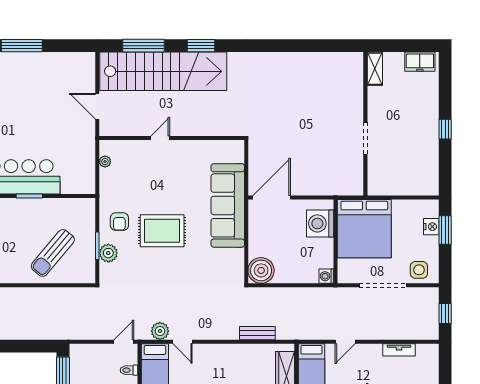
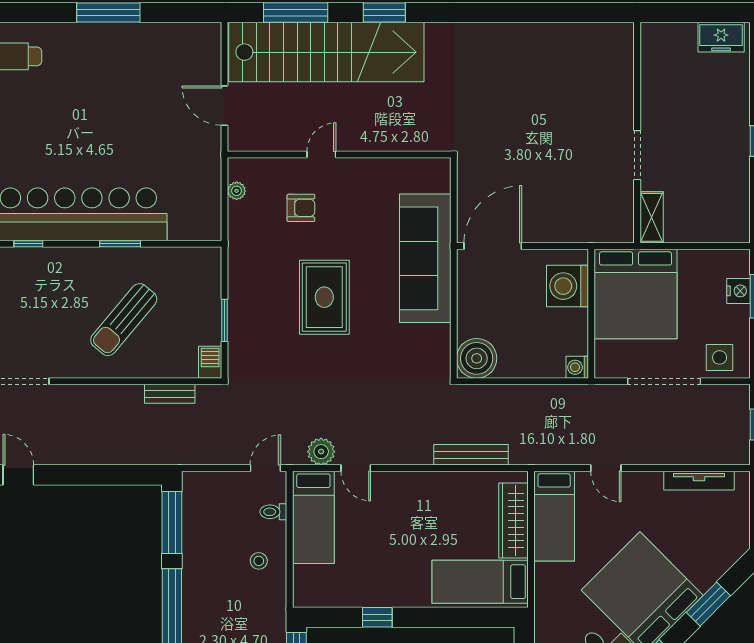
shelving: (375, 69) -> (652, 217), moved
armchair: (119, 222) -> (301, 208), moved, turned -90
rug: (162, 231) -> (324, 297), turned 90
sun lounger: (53, 253) -> (124, 320), moved
plant: (108, 253) -> (242, 332), removed
barbecue: (88, 273) -> (210, 362), added
bench: (62, 293) -> (170, 394), added
bench: (257, 333) -> (471, 455), width x1.36
door: (345, 342) -> (606, 468), hinge flipped
tv unit: (399, 350) -> (699, 481), width x1.41

